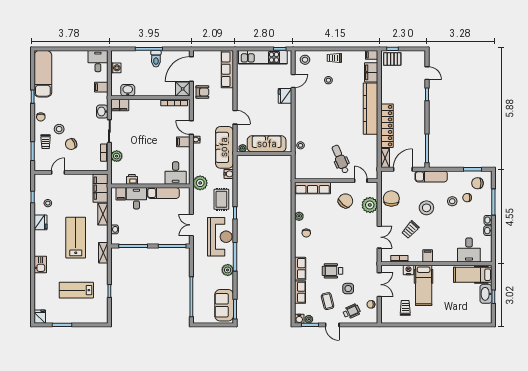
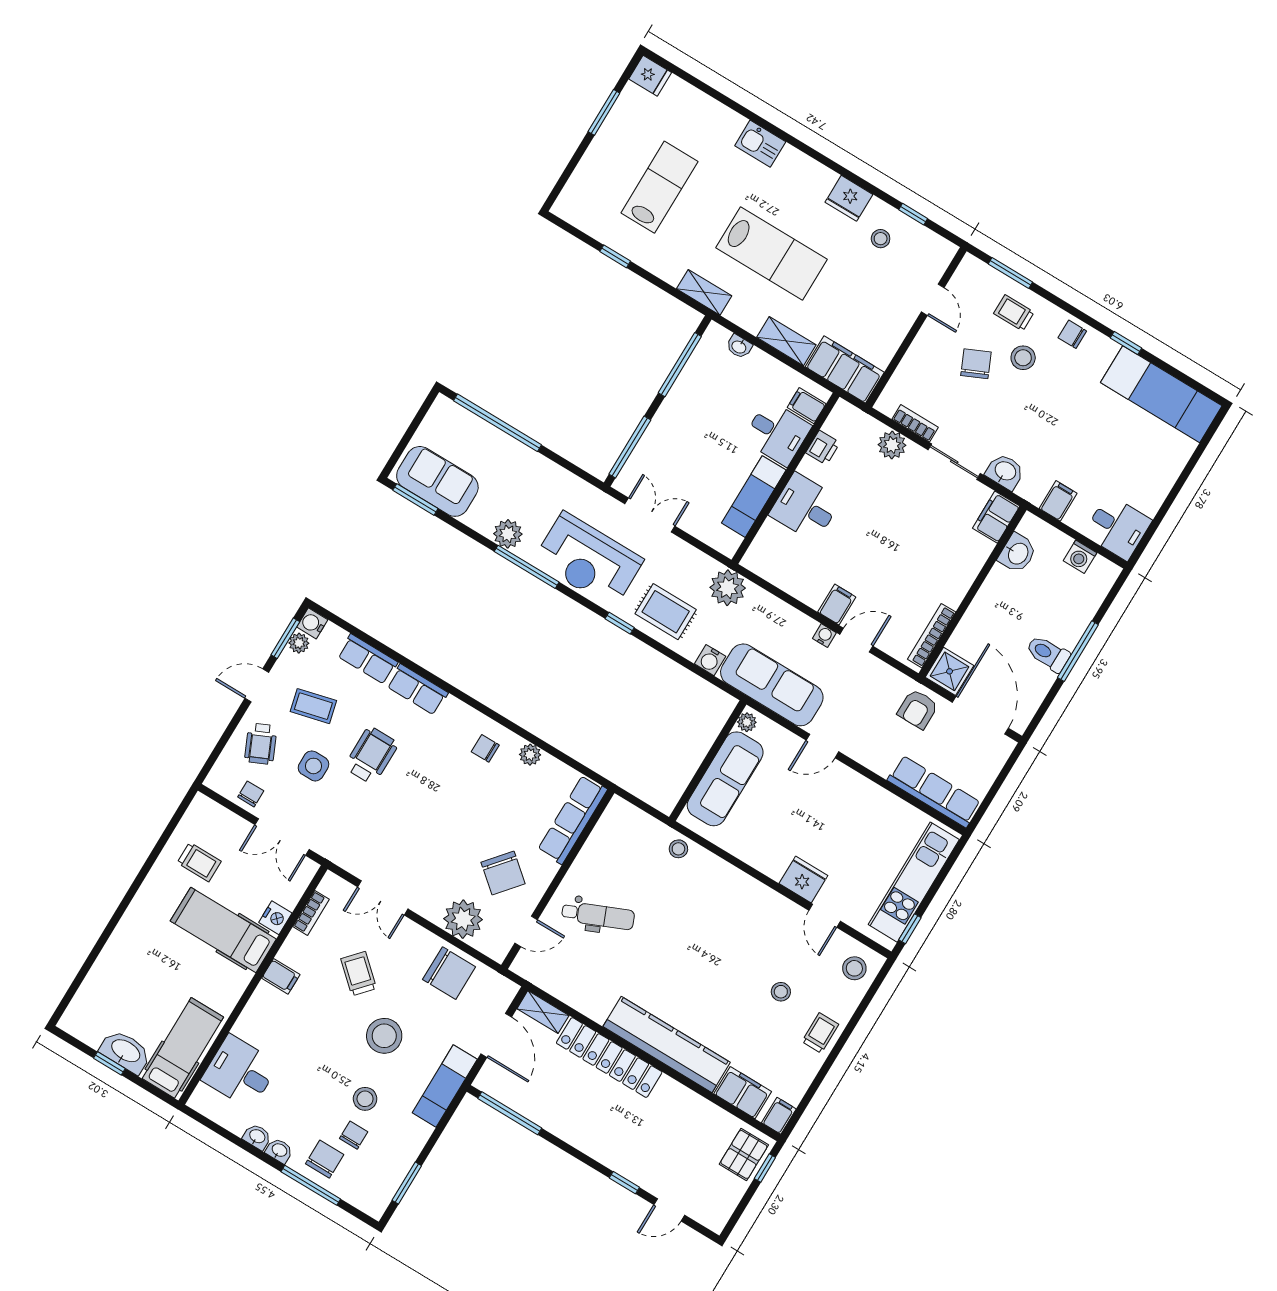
desk: (176, 173) -> (805, 507), moved
chair: (477, 183) -> (325, 1159), moved

